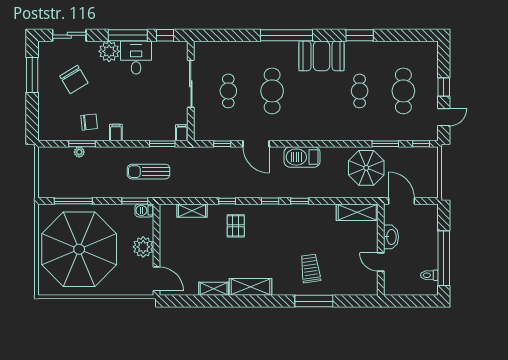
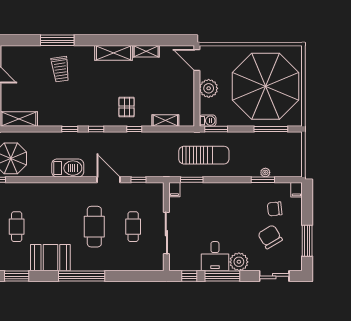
chair: (89, 122) -> (275, 209), moved
filing cabinet: (116, 133) -> (296, 190), moved
sun lounger: (149, 172) -> (204, 155), width x1.36, depth x1.34

